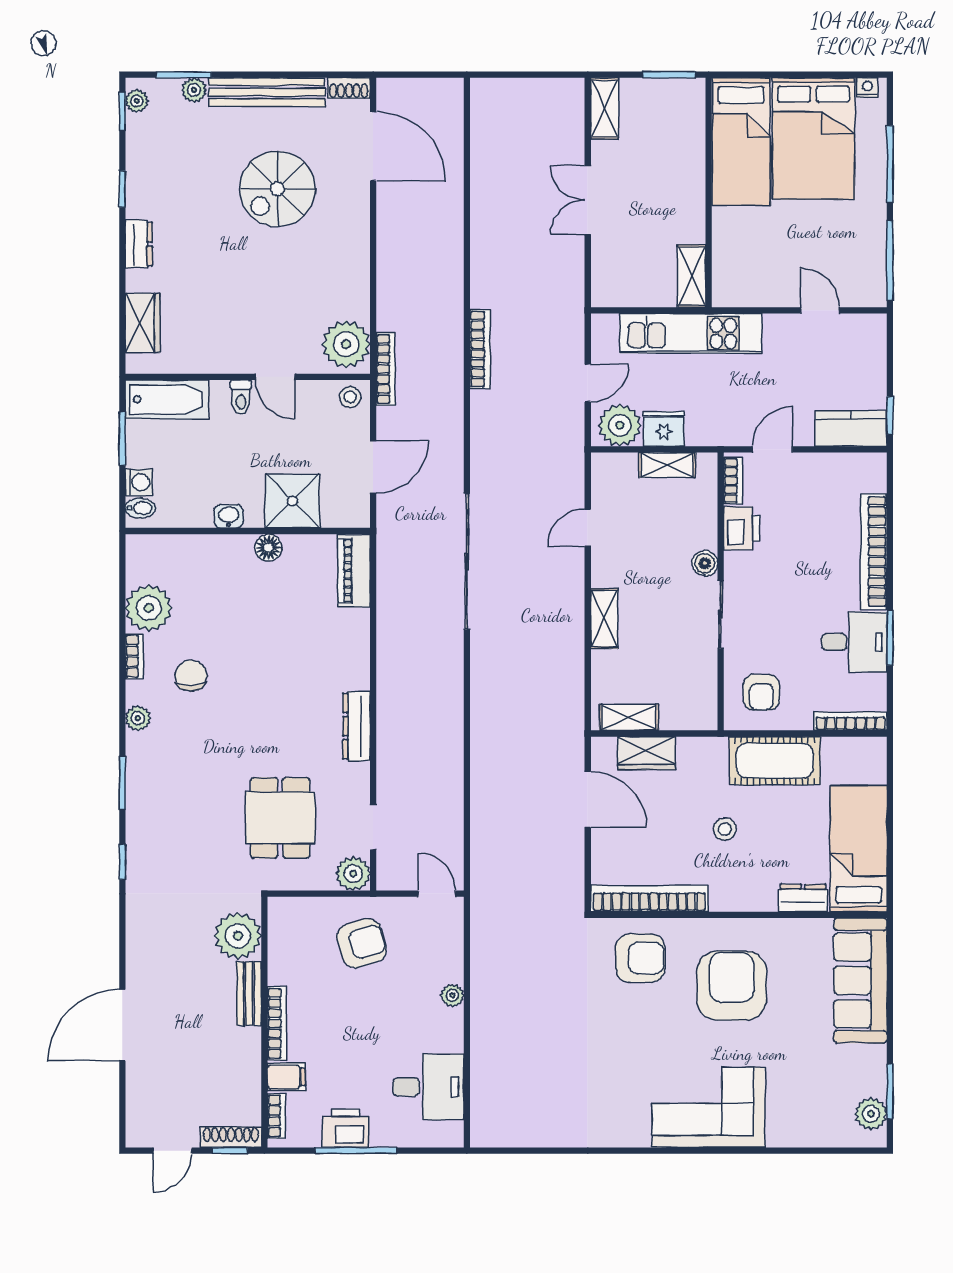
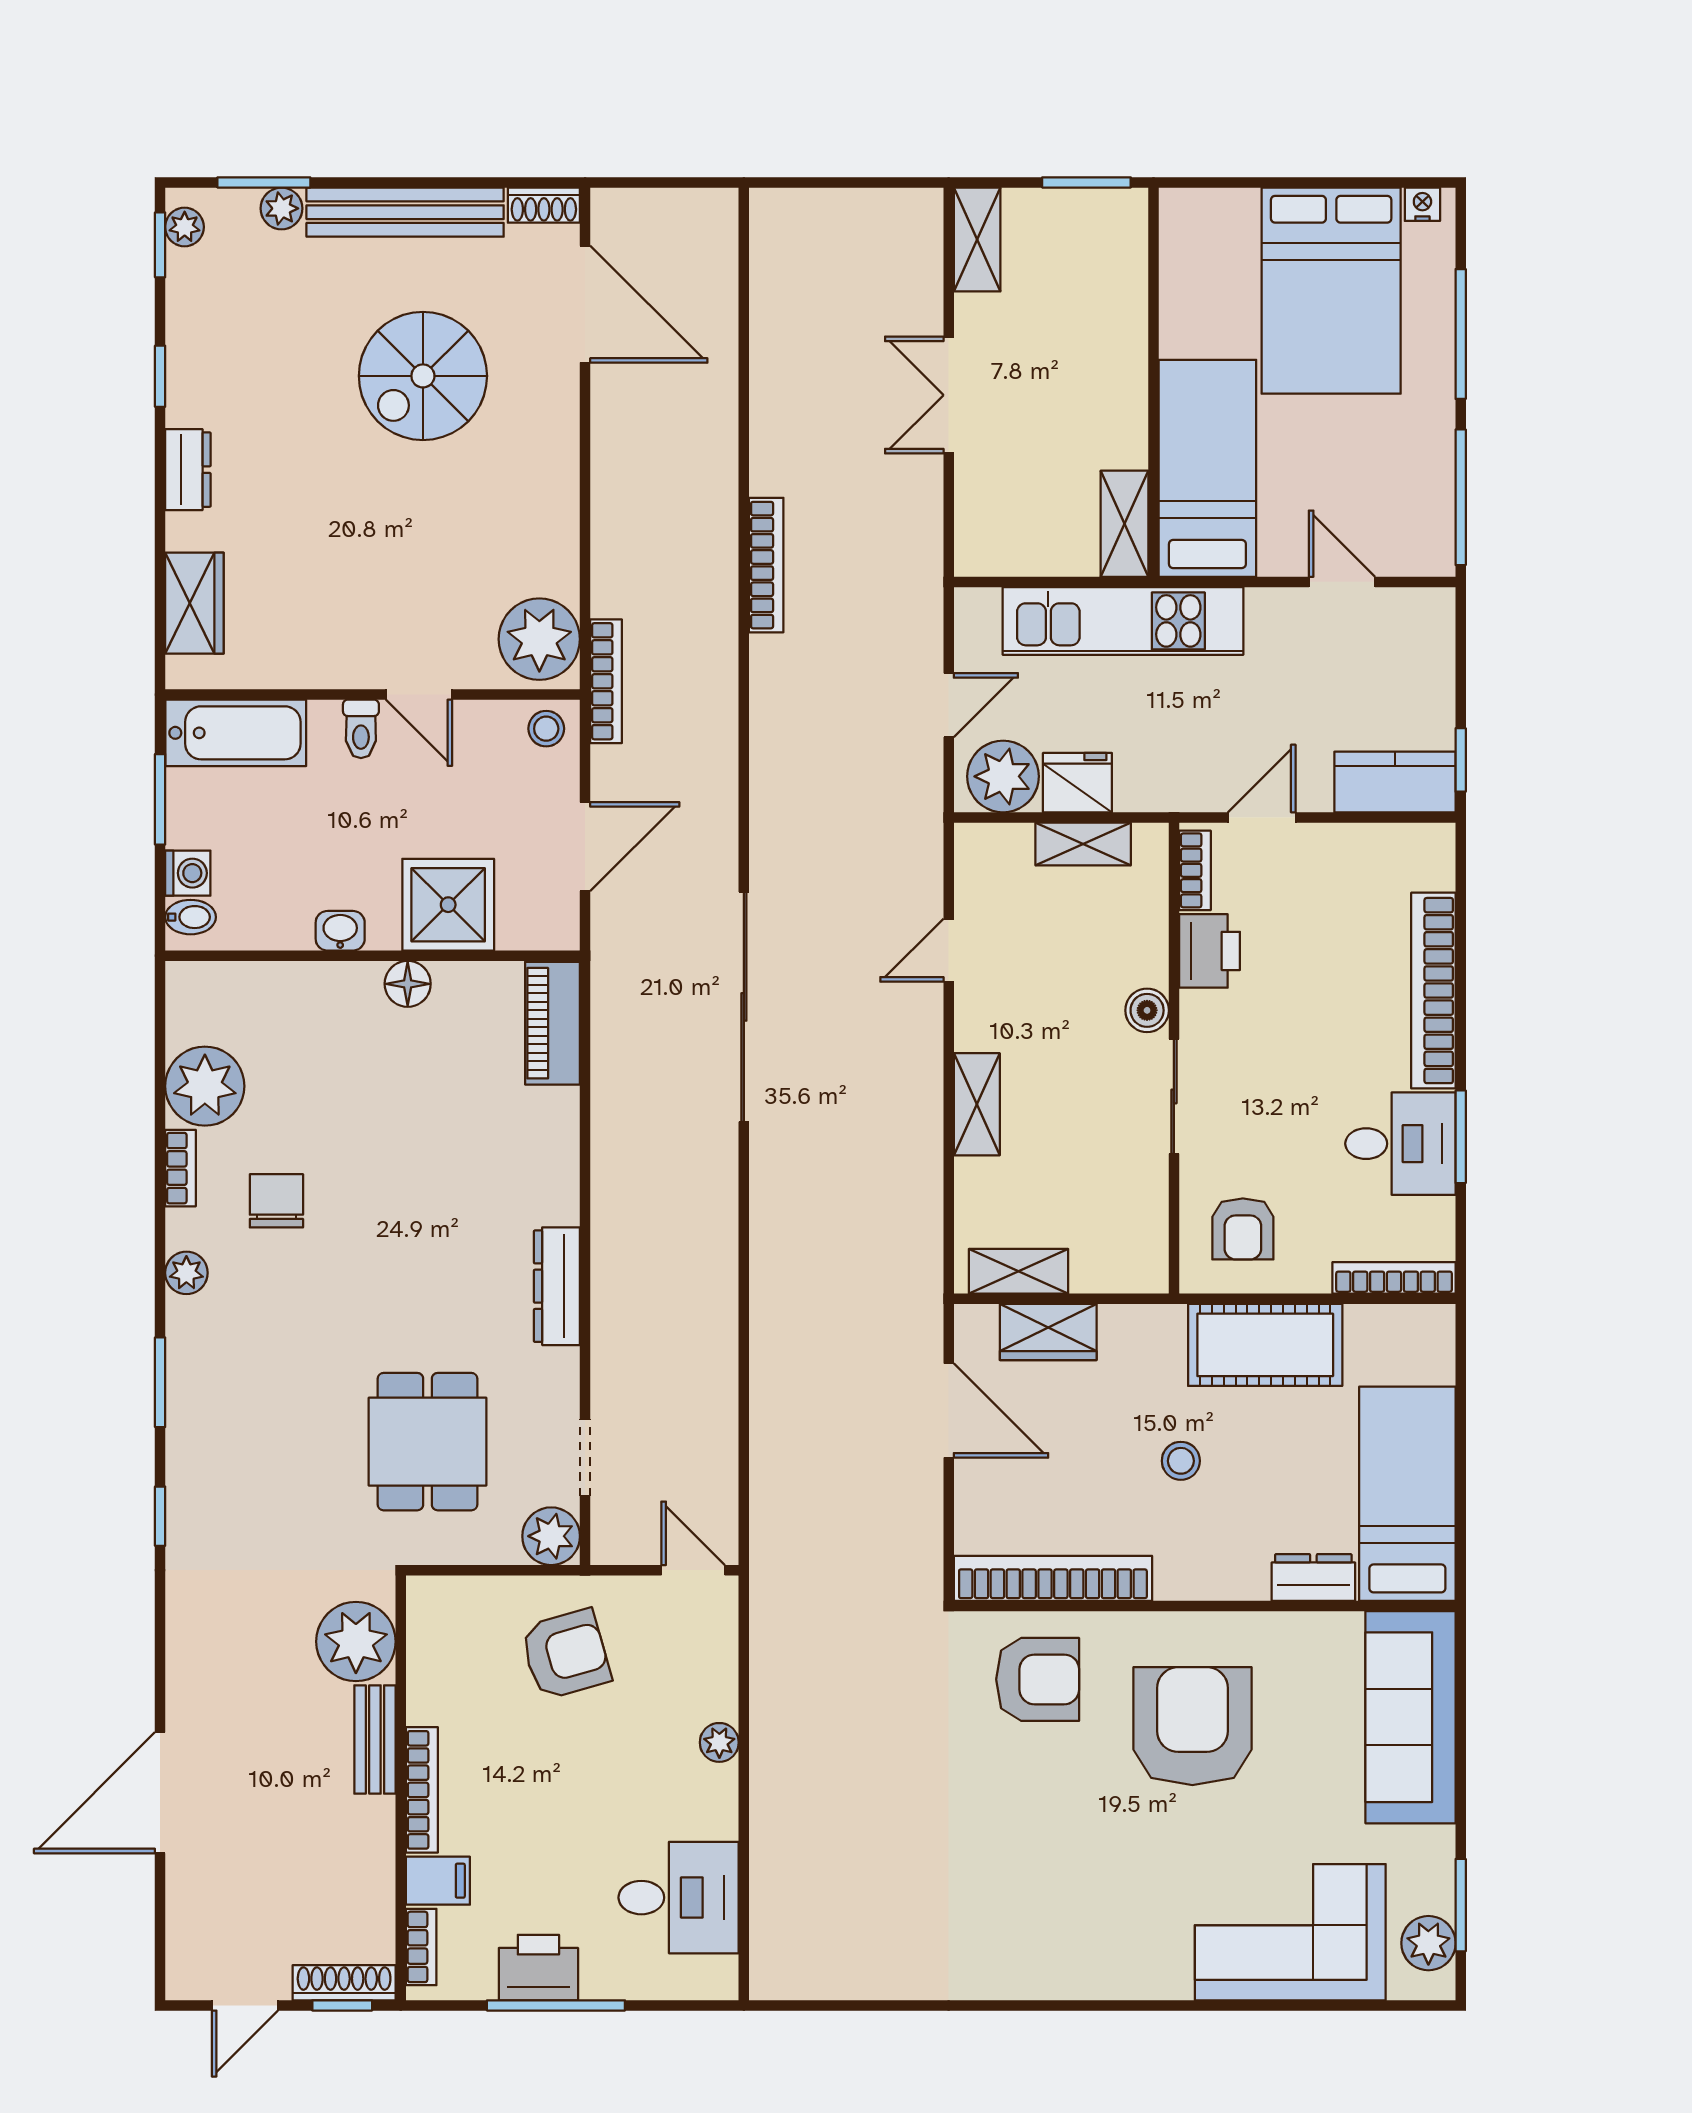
bed: (741, 142) -> (1207, 468), moved, turned 180
bookcase: (480, 349) -> (766, 565), moved
corner sofa: (708, 1107) -> (1290, 1932), moved

